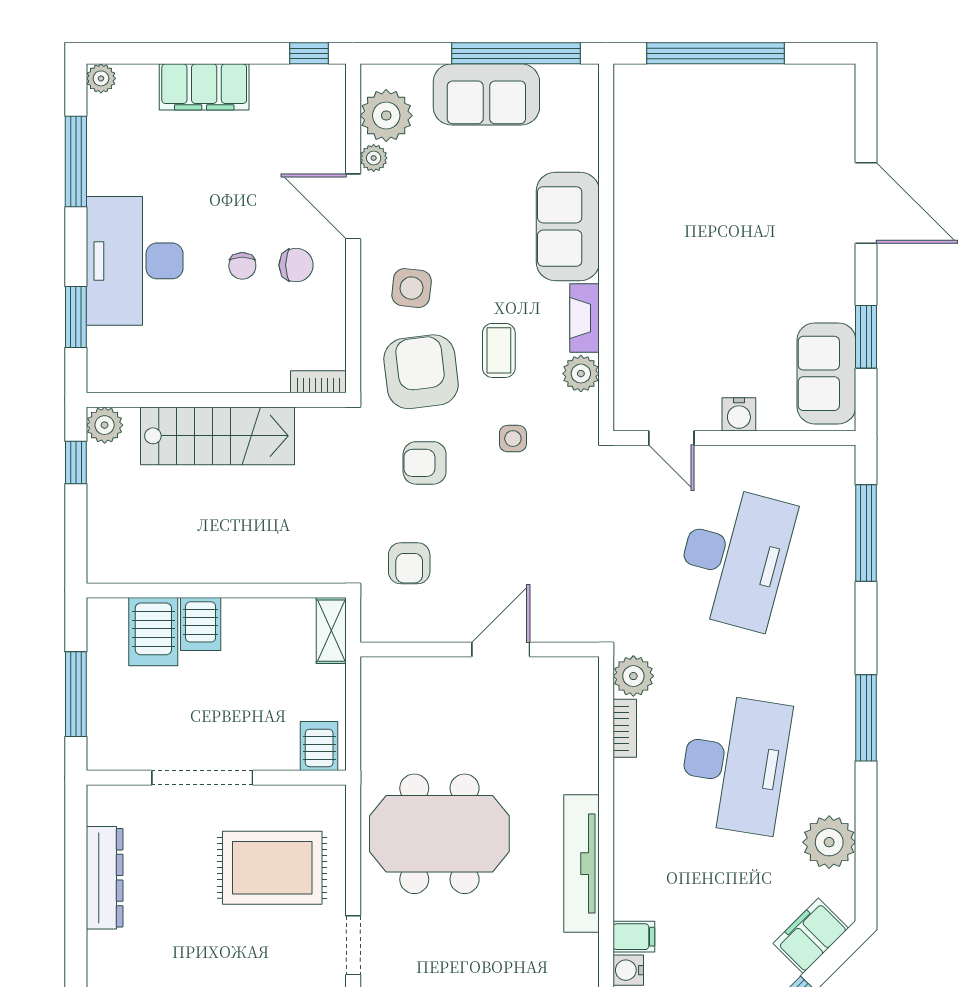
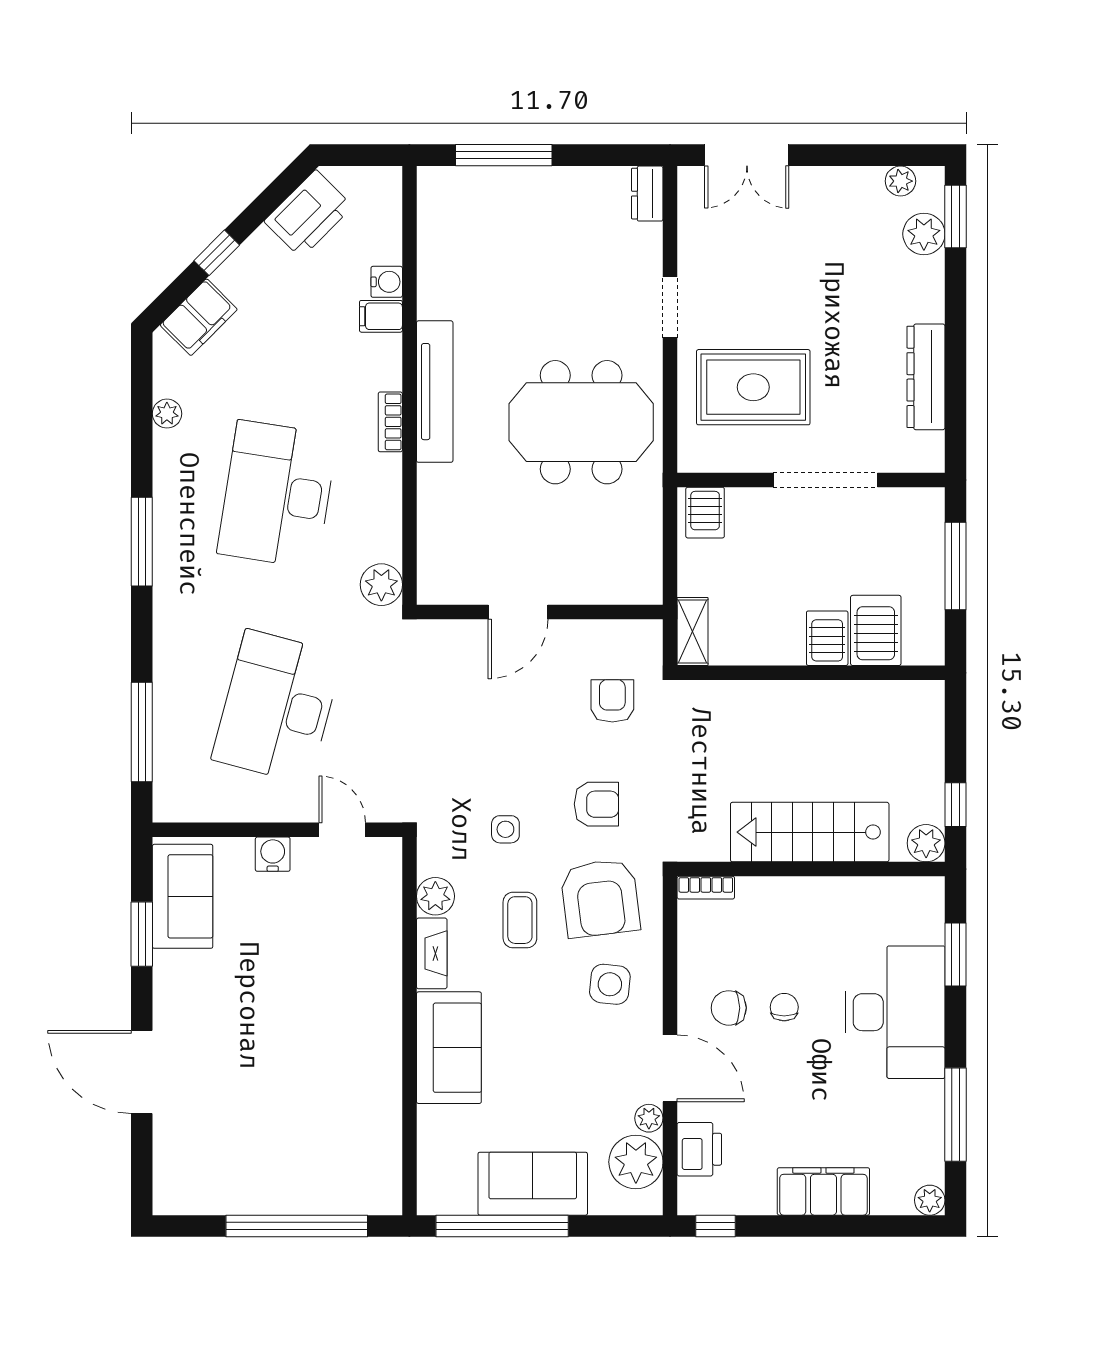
printer: (325, 128) -> (699, 1149), added
bookcase: (625, 728) -> (390, 422), moved
plant: (829, 842) -> (167, 414), width x0.53, depth x0.53

